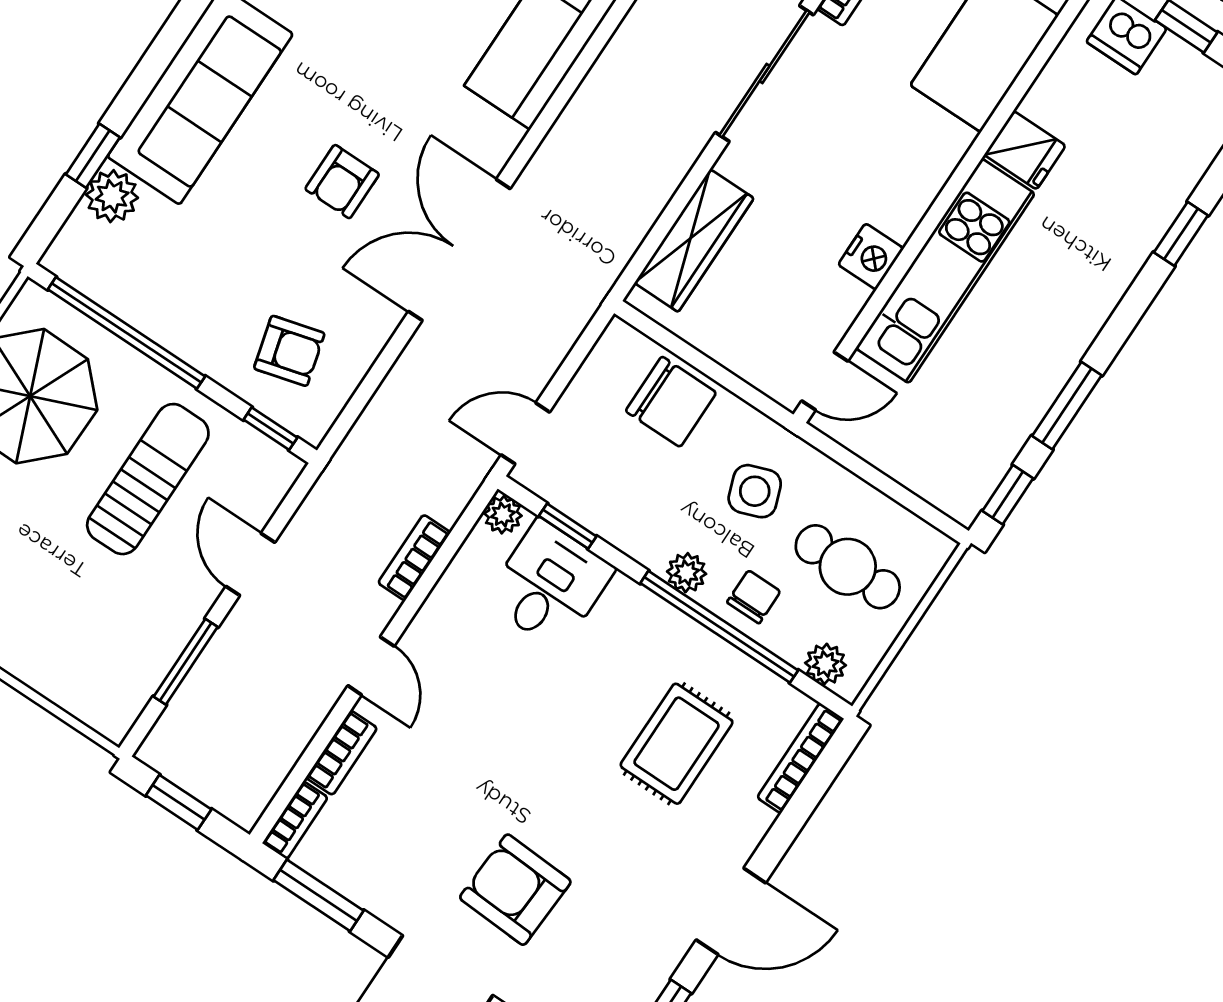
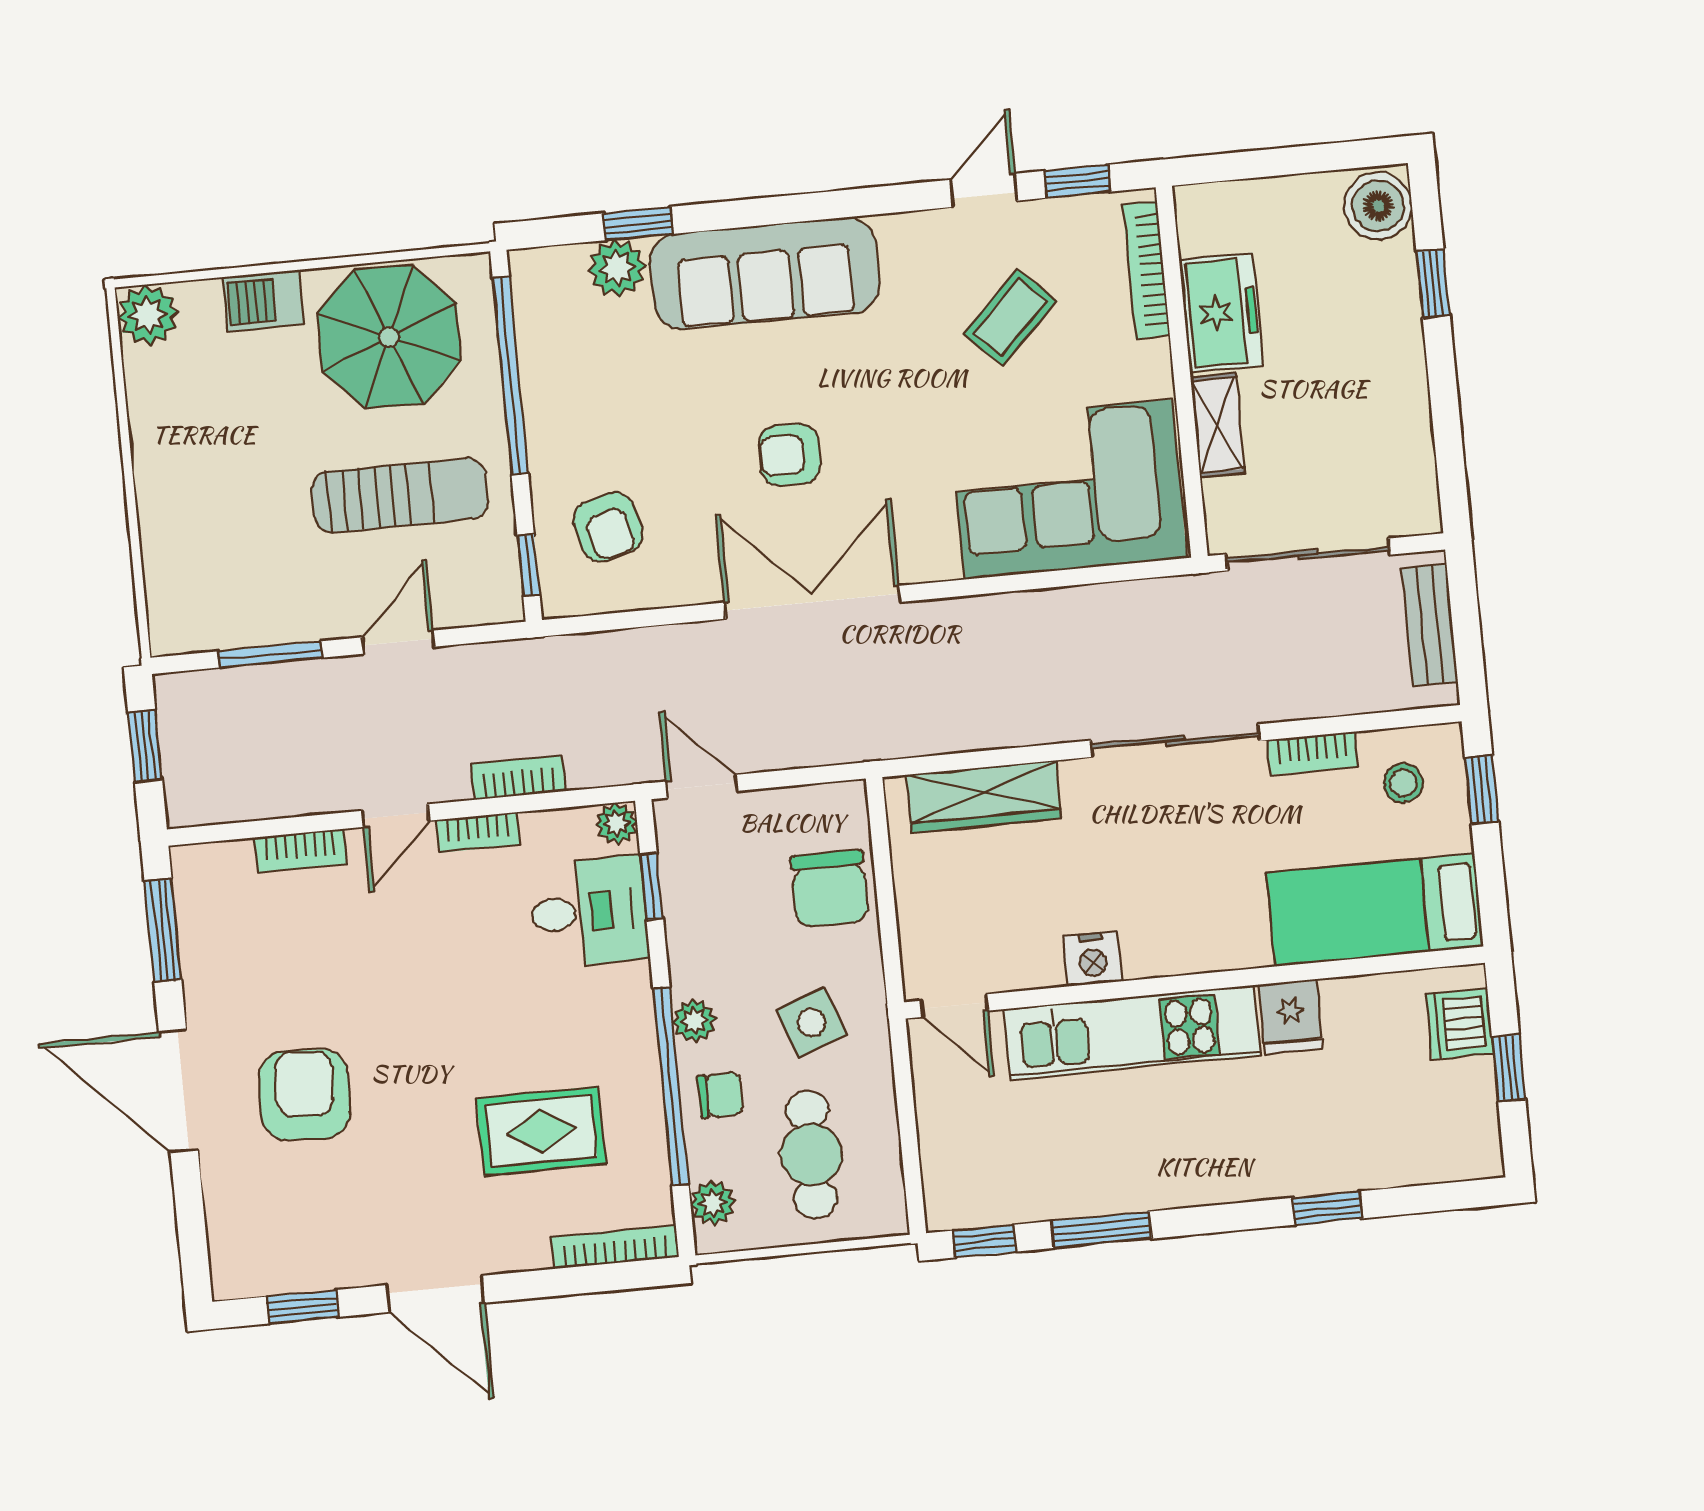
bookcase: (295, 820) -> (478, 832), moved

